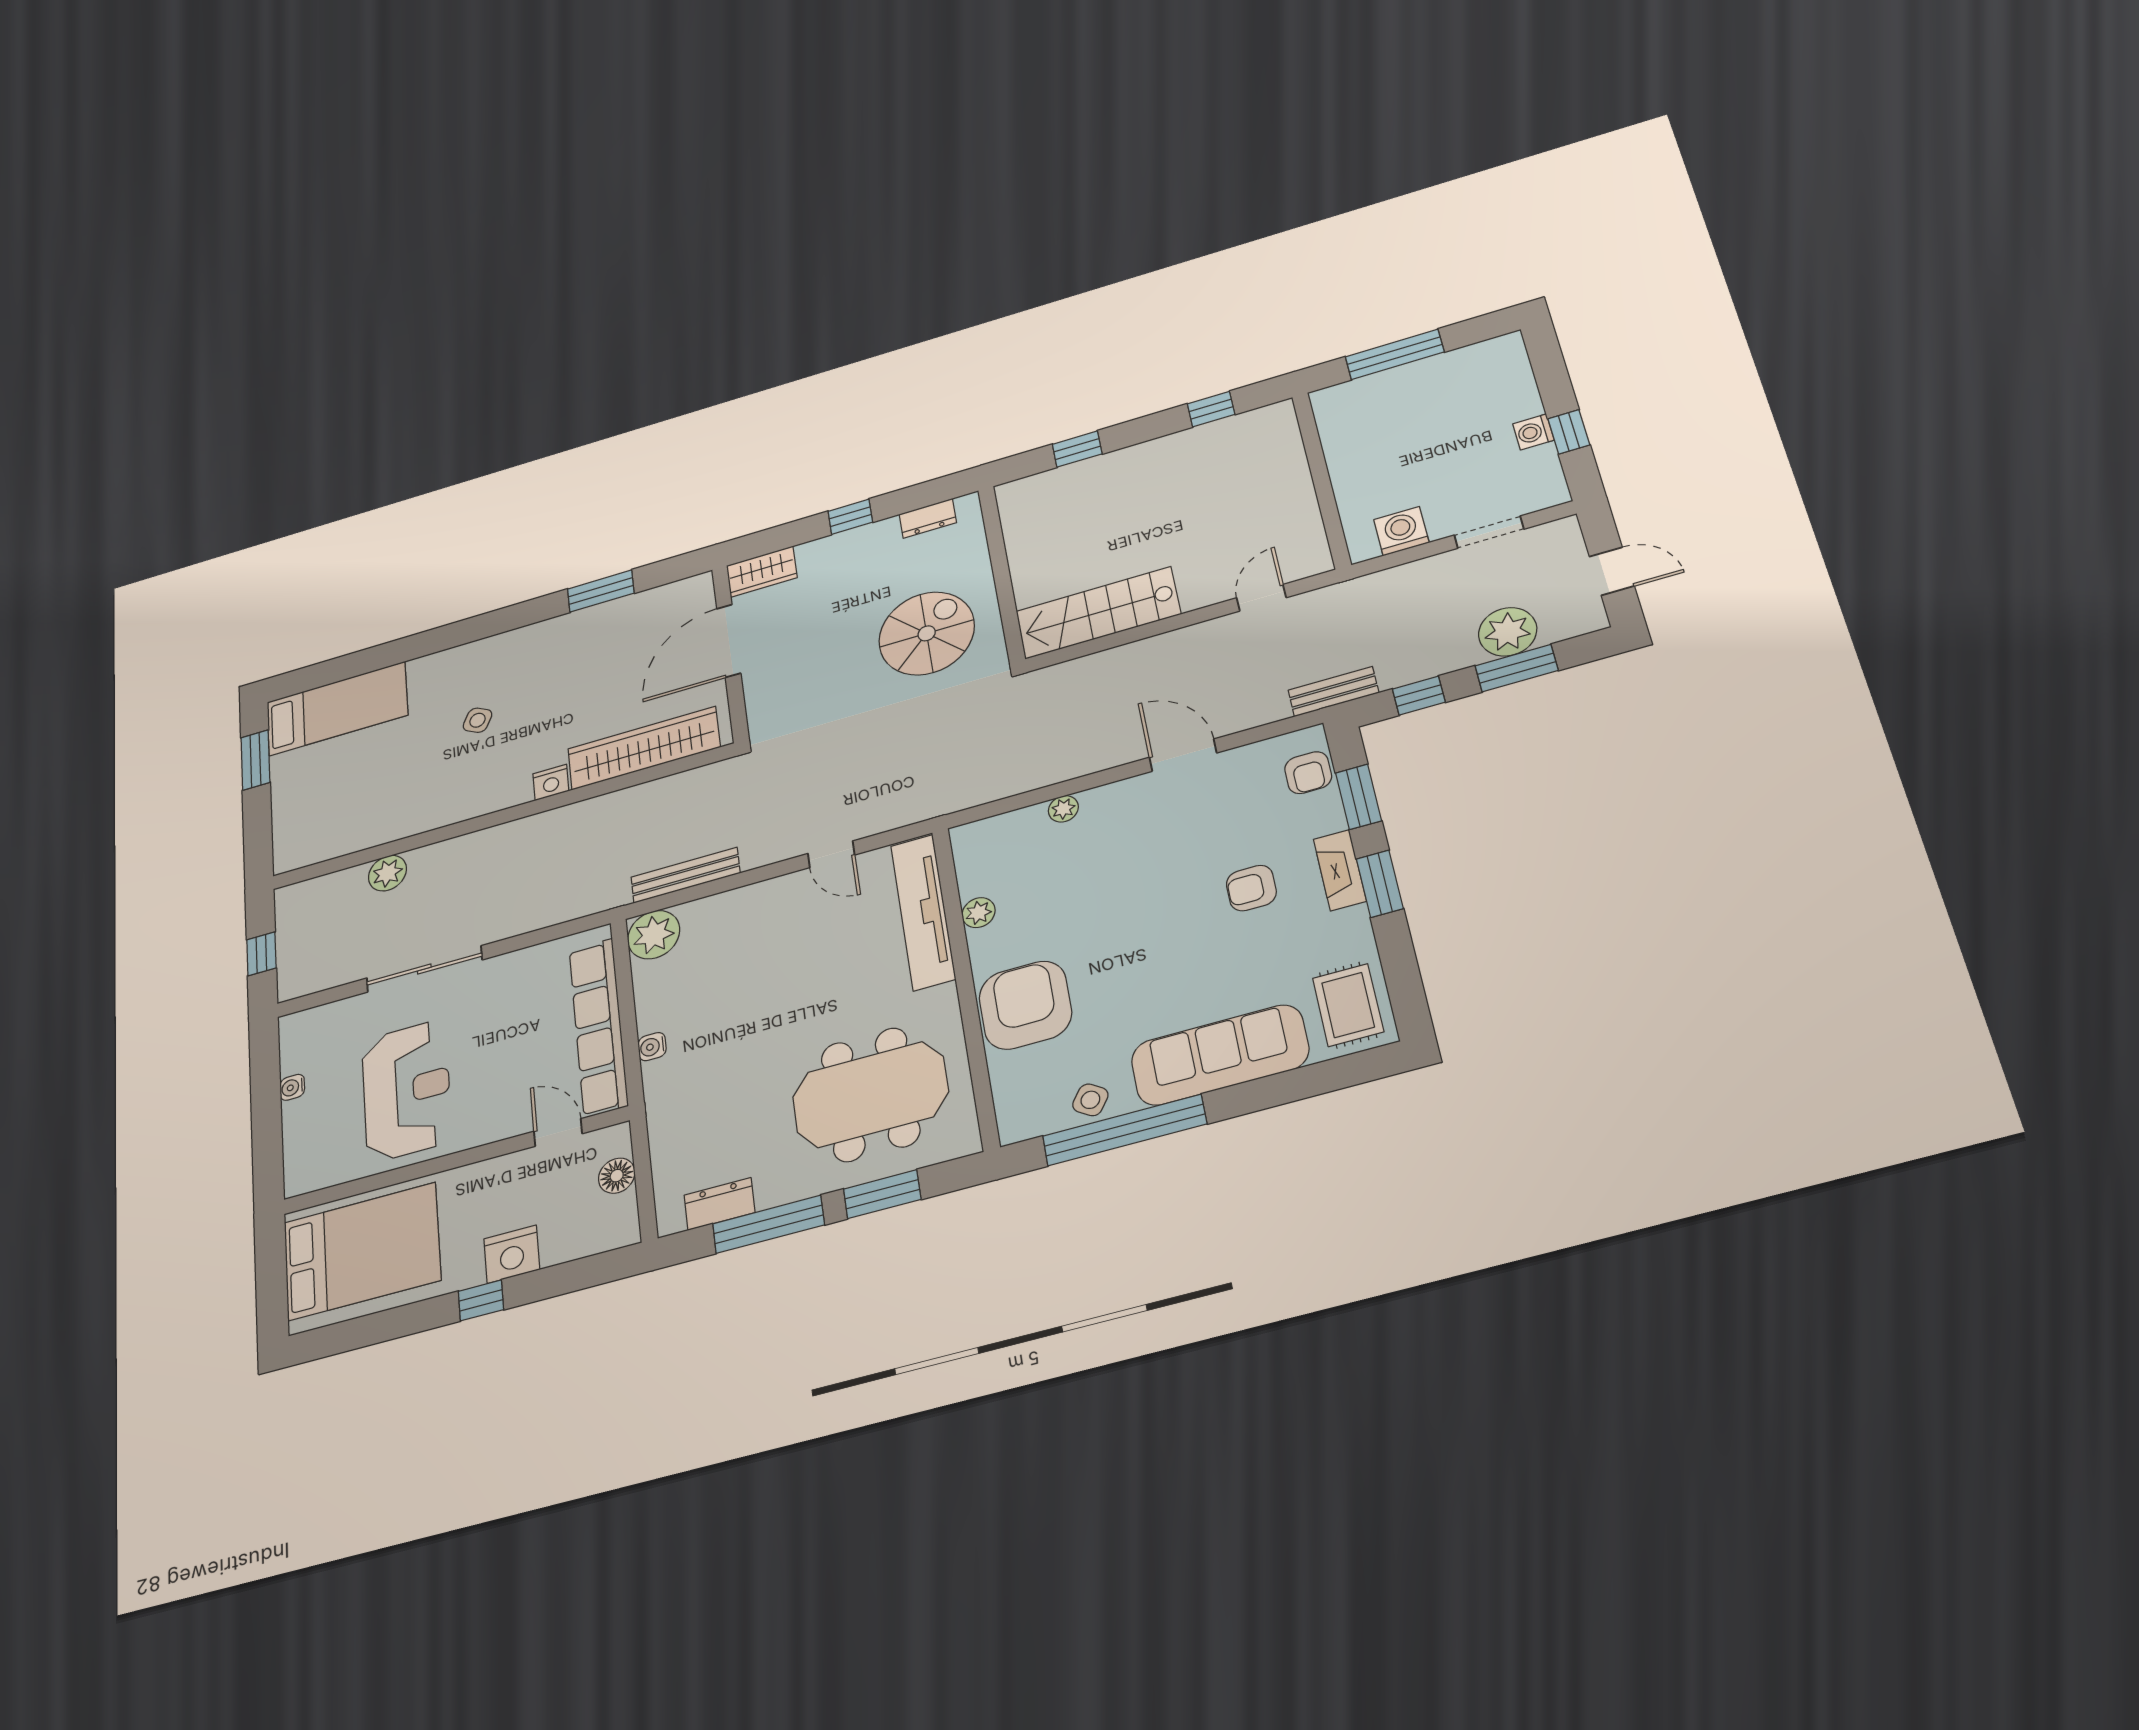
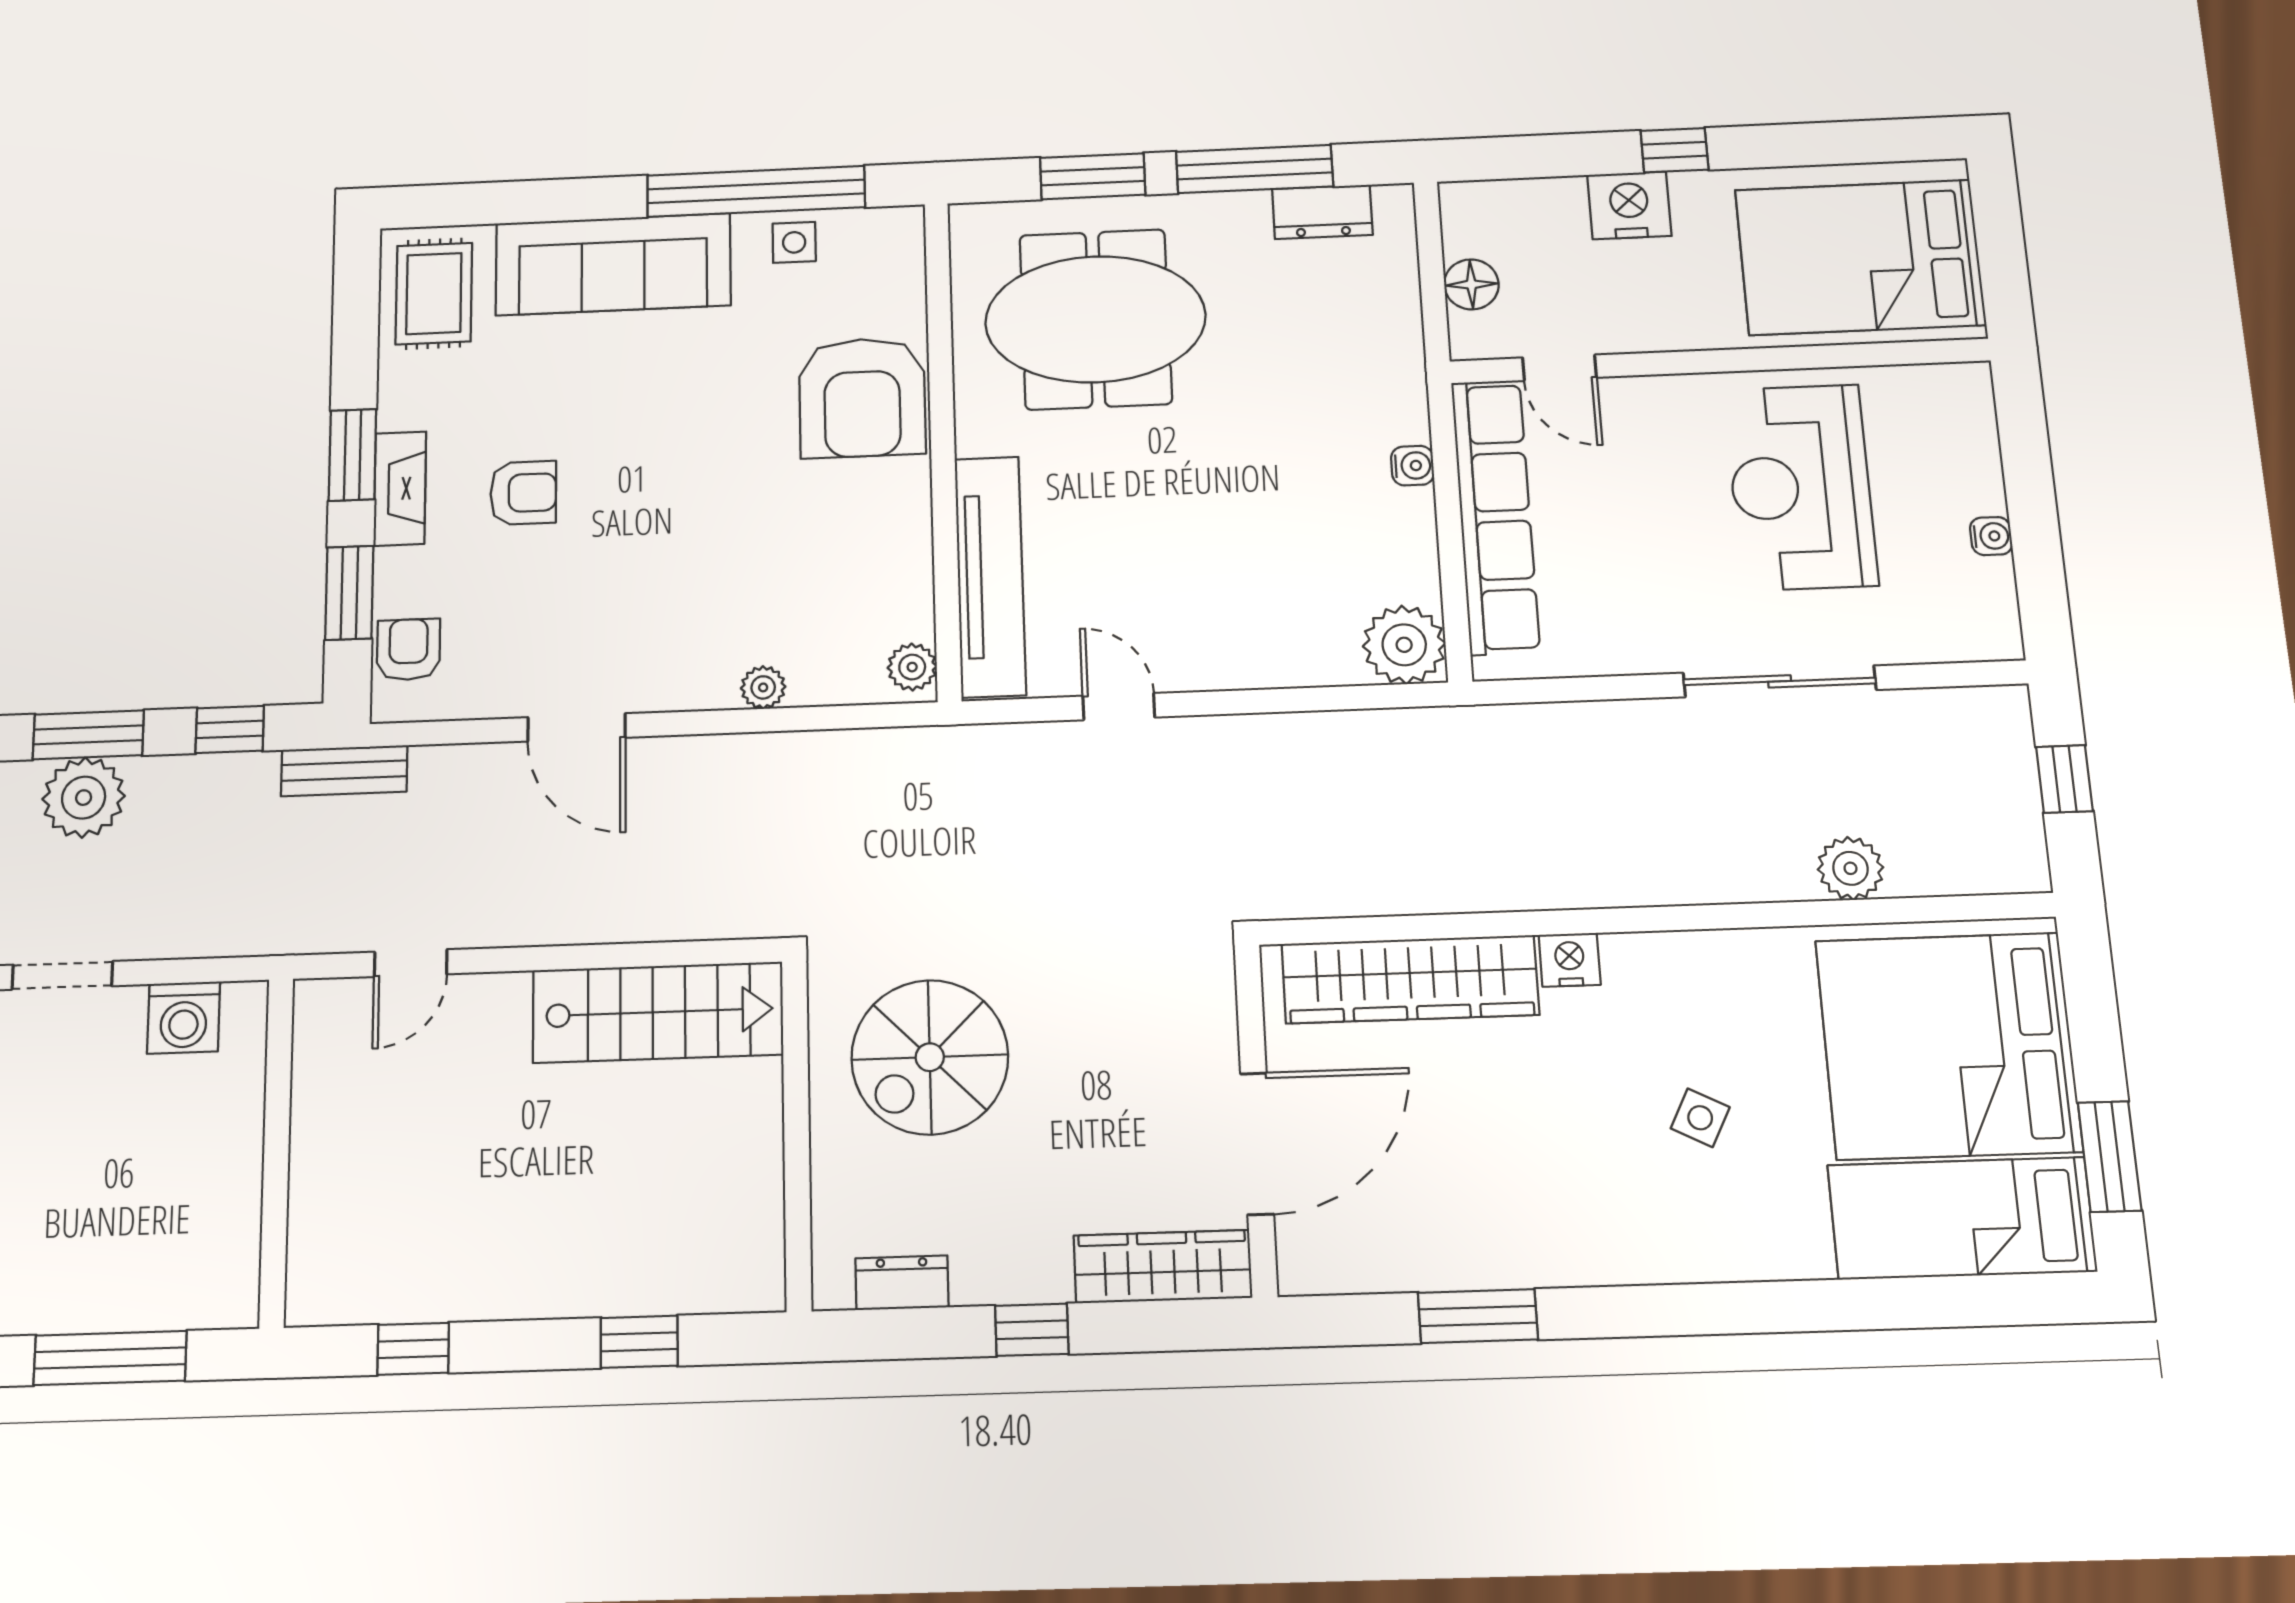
wardrobe: (762, 572) -> (1163, 1267), width x1.50
bed: (338, 793) -> (1948, 1046), added
bench: (686, 875) -> (1350, 732), removed
plant: (979, 913) -> (912, 667), moved
side table: (1090, 1100) -> (794, 242), turned -34

